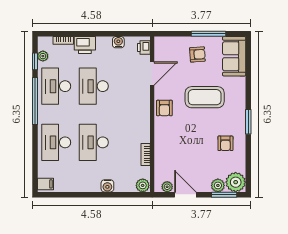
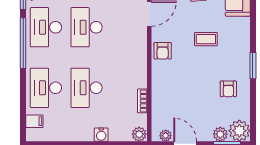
coffee table: (205, 97) -> (206, 39), width x0.54, depth x0.58
filing cabinet: (45, 184) -> (34, 121), moved

